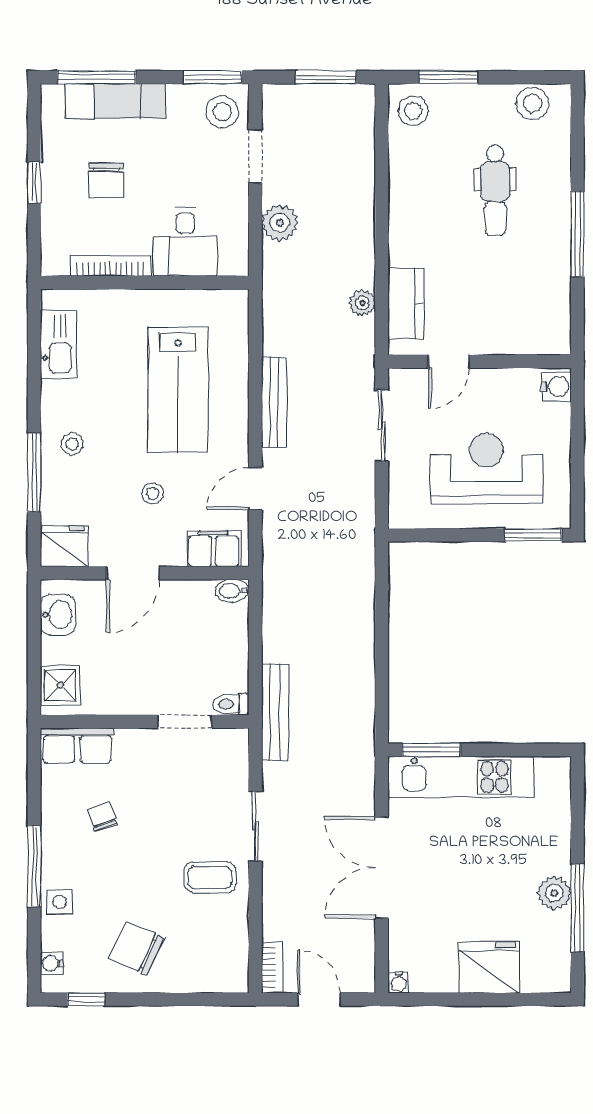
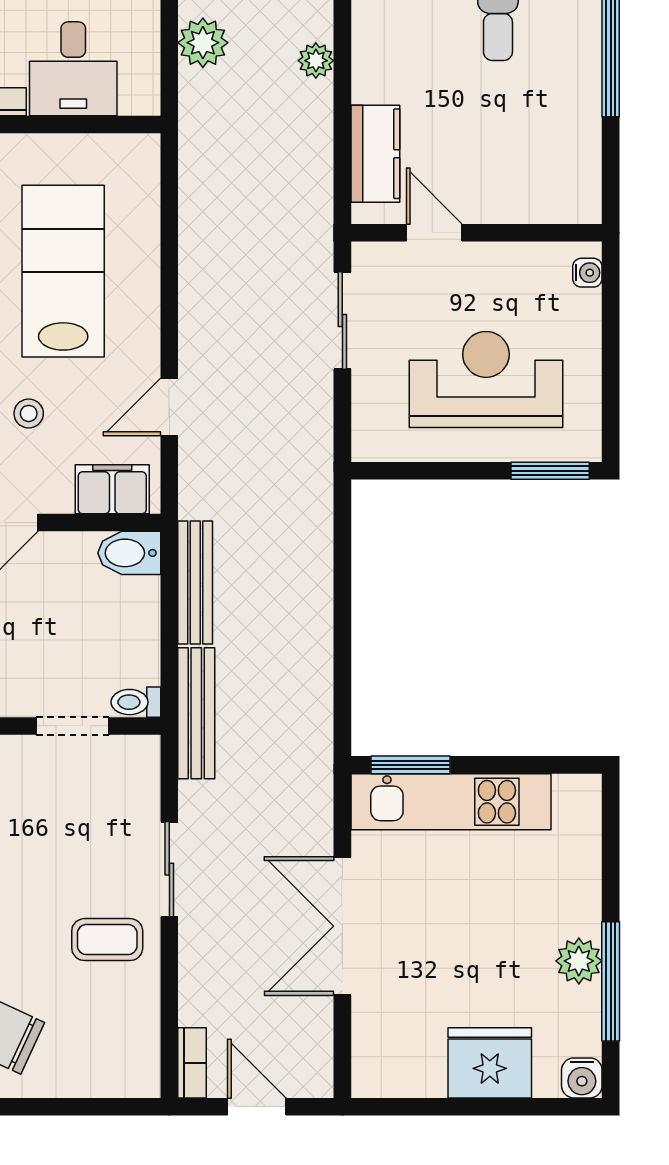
plant: (362, 303) -> (316, 61), moved
door: (449, 361) -> (434, 233), swing flipped
water cooler: (556, 387) -> (587, 273), width x0.72, depth x0.72
lab bench: (178, 389) -> (63, 271), turned 180
bench: (274, 403) -> (195, 583), moved
bidet: (232, 591) -> (129, 553), width x1.38, depth x1.36
water cooler: (399, 982) -> (582, 1078), moved, width x1.38, depth x1.38

